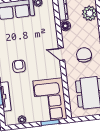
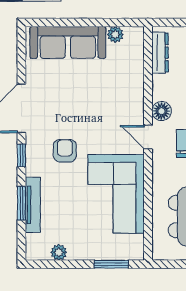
floor lamp: (65, 26) -> (162, 111), moved
corner sofa: (50, 100) -> (116, 194), moved

